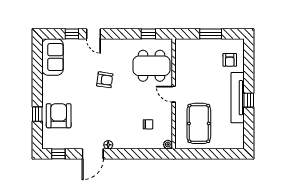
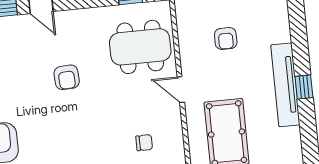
armchair: (230, 60) -> (226, 38), moved
armchair: (105, 80) -> (67, 77), turned 79

